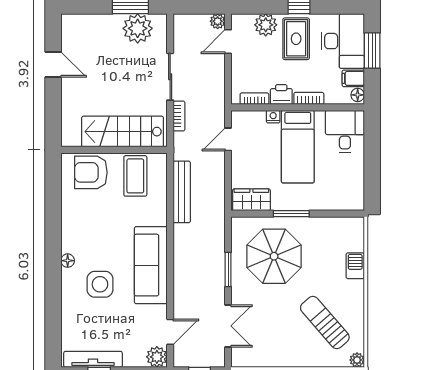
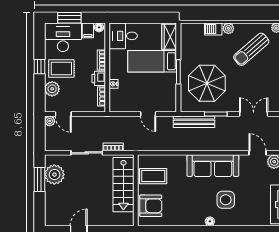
door: (228, 139) -> (148, 114), moved
bed: (298, 147) -> (152, 61), moved, turned 180
armchair: (91, 172) -> (151, 206), turned -90
bench: (182, 192) -> (194, 122), moved
wardrobe: (251, 200) -> (169, 37), moved
plant: (356, 288) -> (228, 28), added

